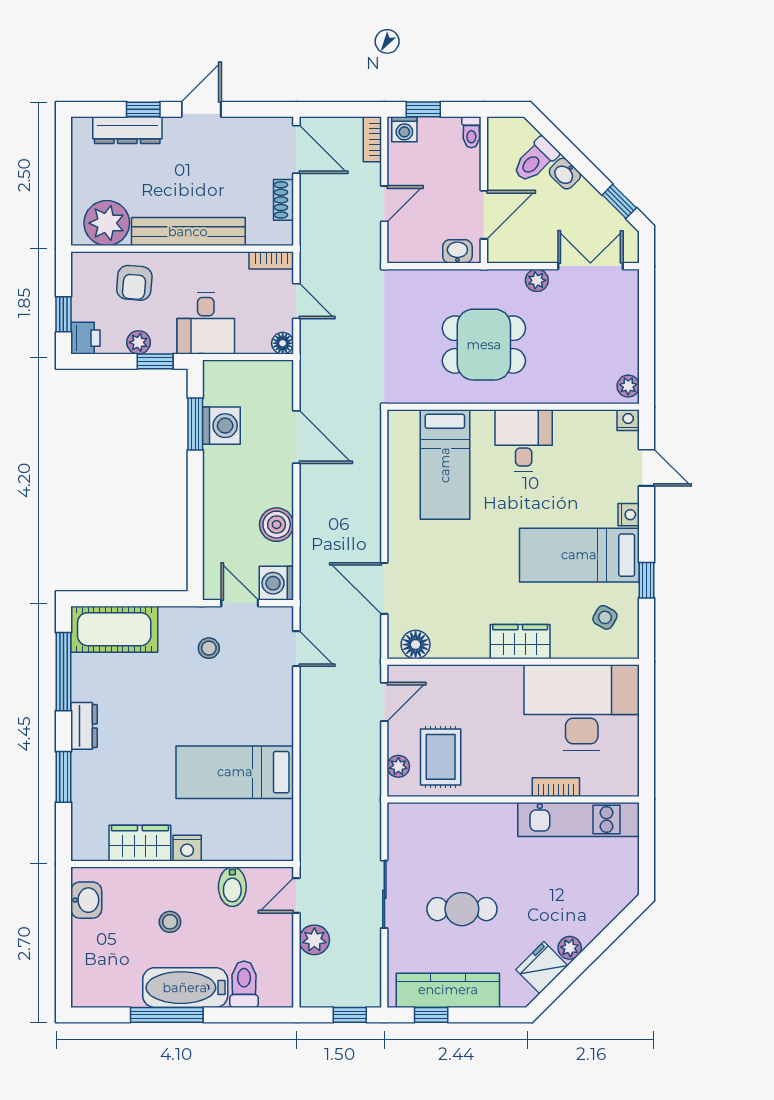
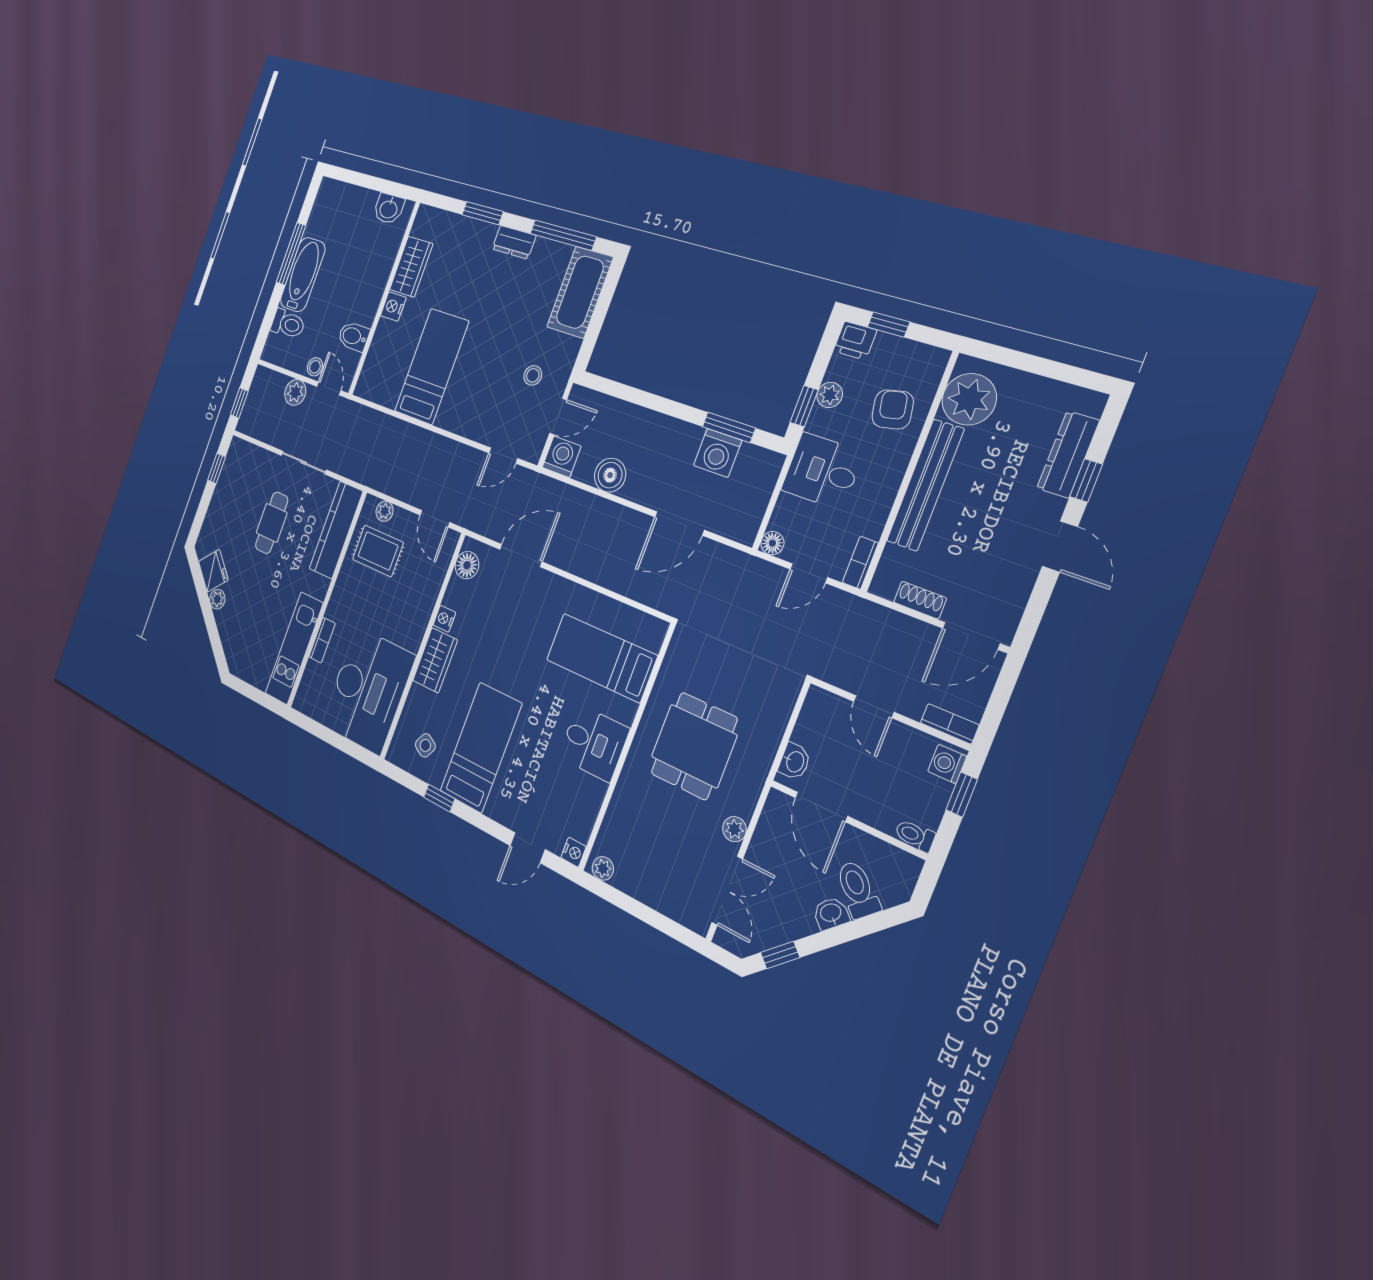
armchair: (134, 283) -> (893, 409), turned 74
nightstand: (629, 515) -> (444, 619), moved, turned 90
stool: (170, 922) -> (315, 367), moved
kitchen counter: (448, 990) -> (336, 530), moved, turned 180

